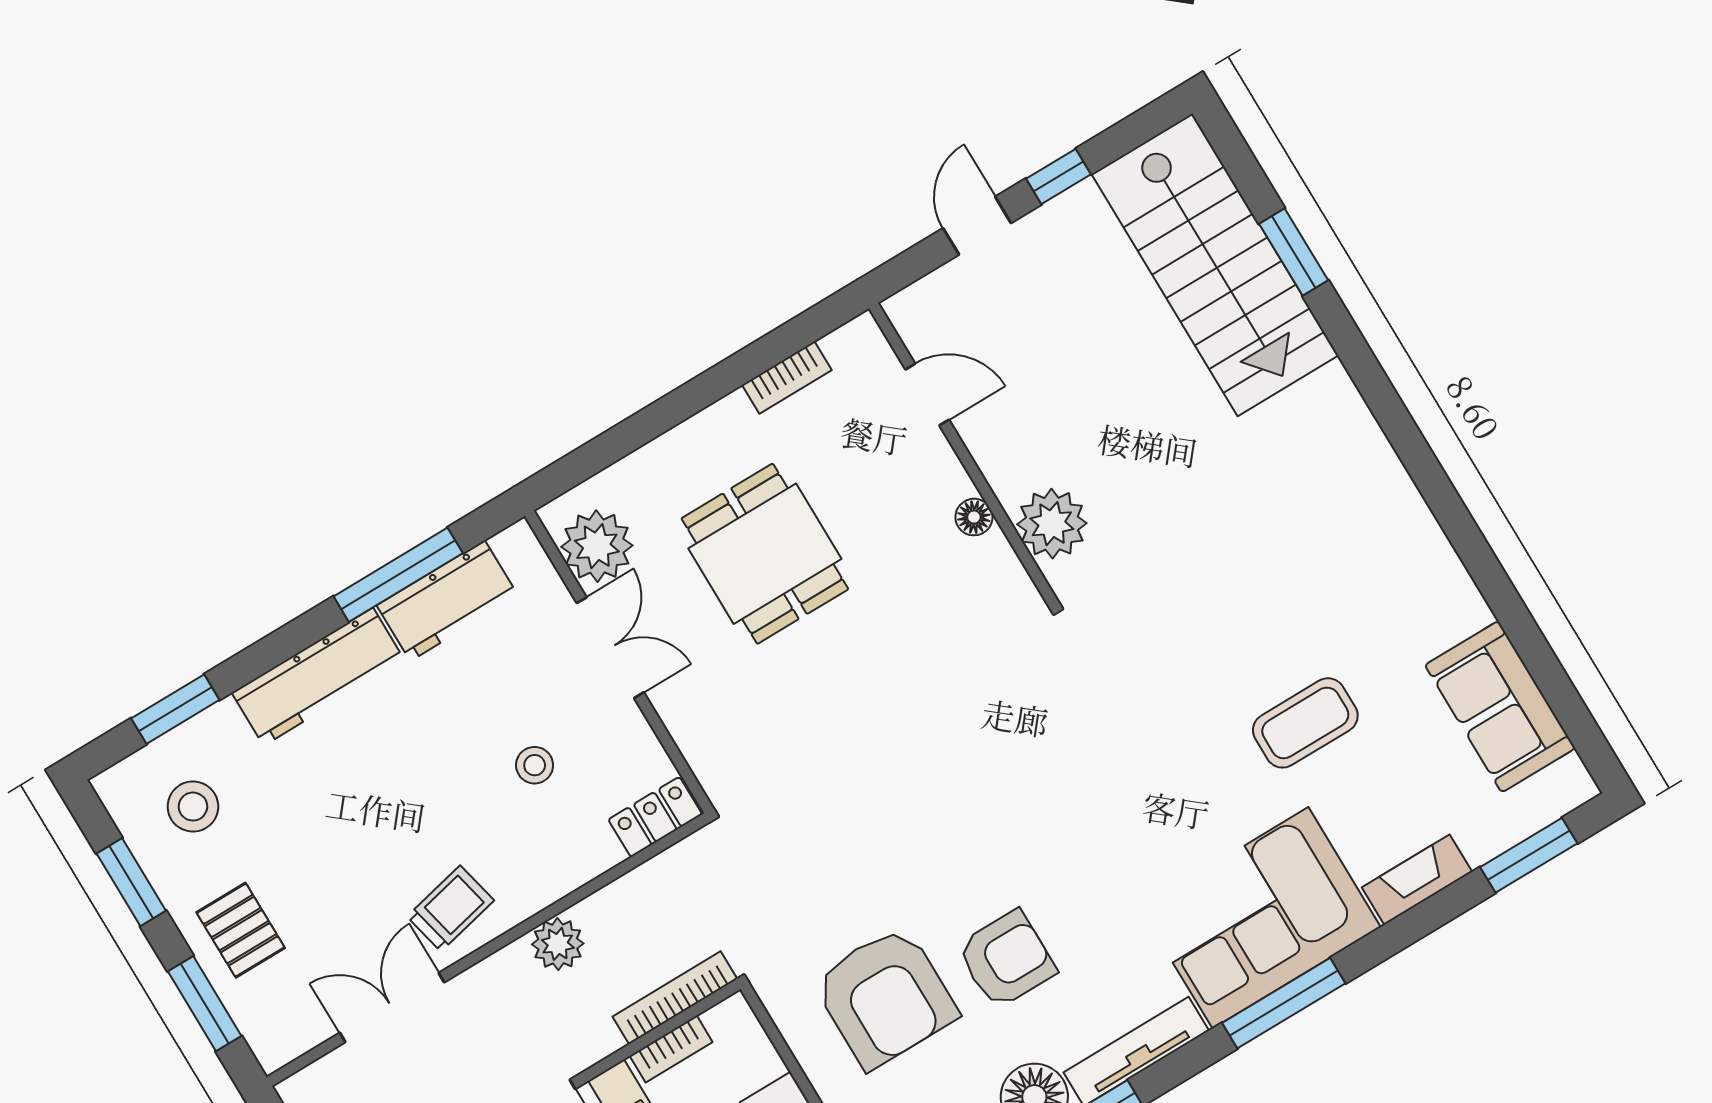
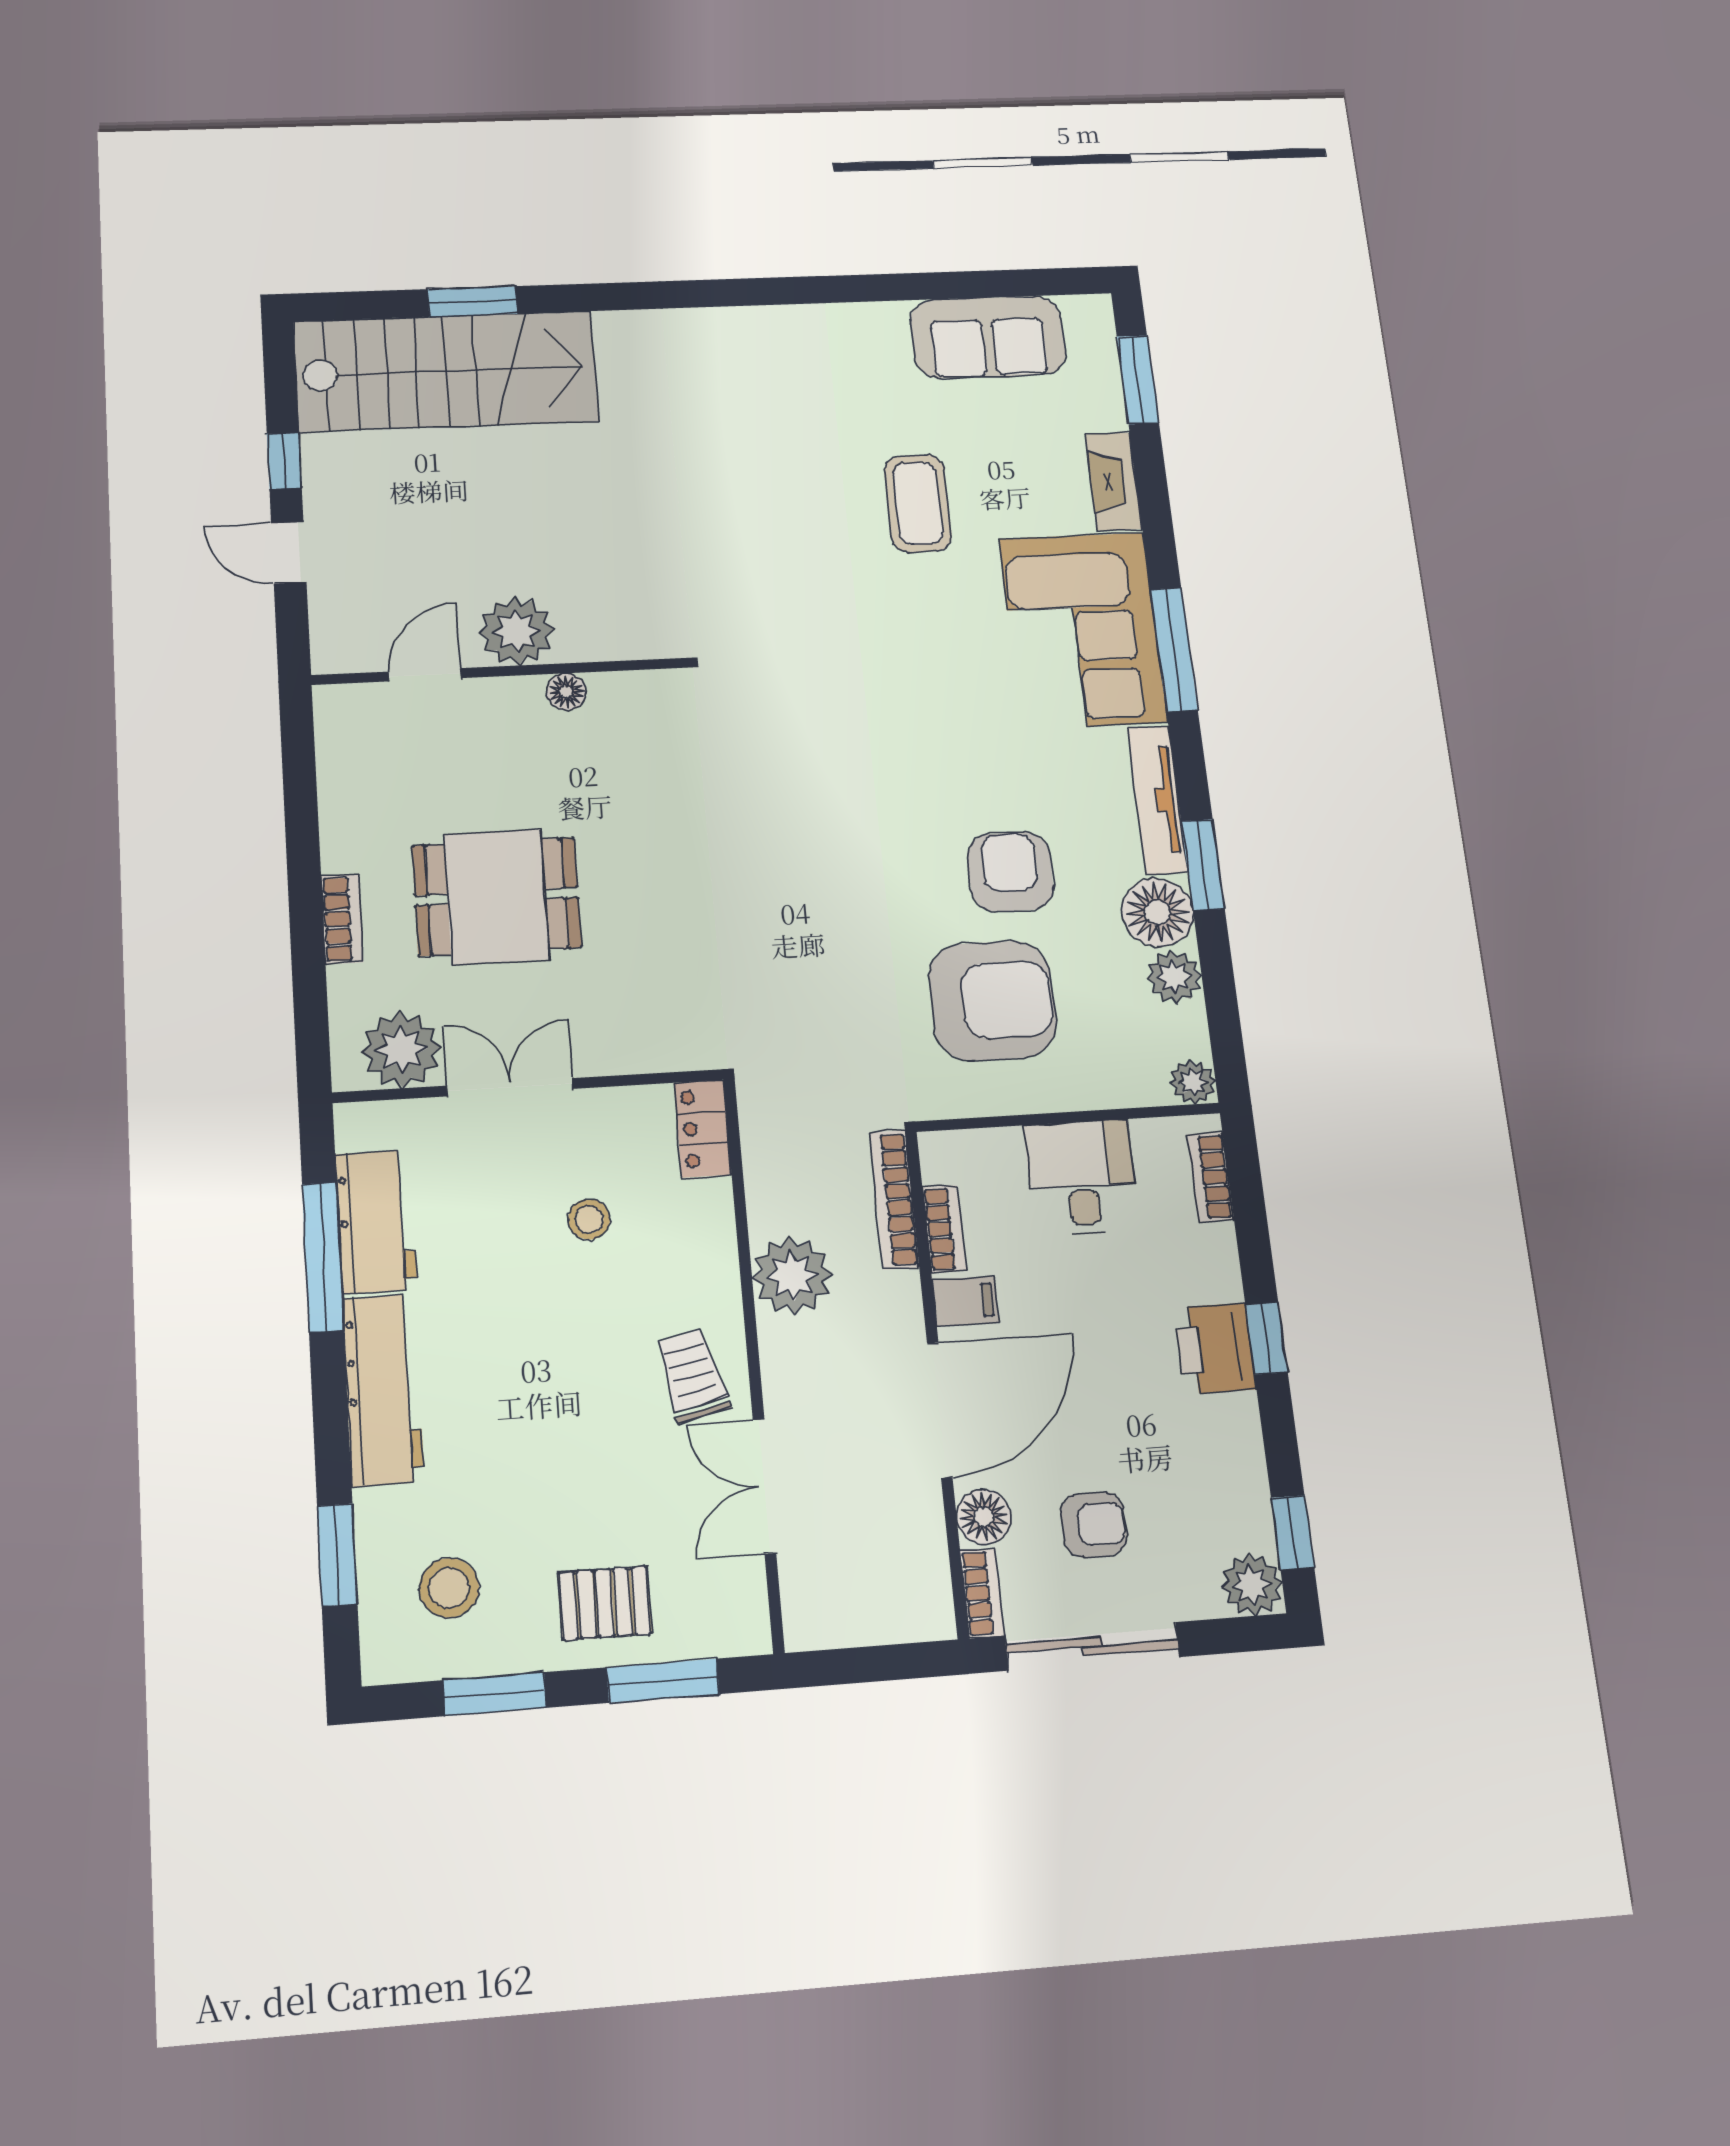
bookcase: (787, 377) -> (342, 919), moved
plant: (1052, 524) -> (516, 631), moved
plant: (558, 944) -> (792, 1276), width x1.36, depth x1.36

